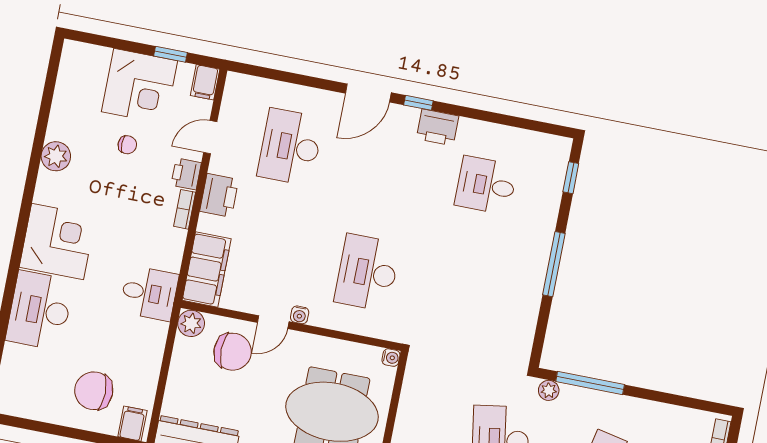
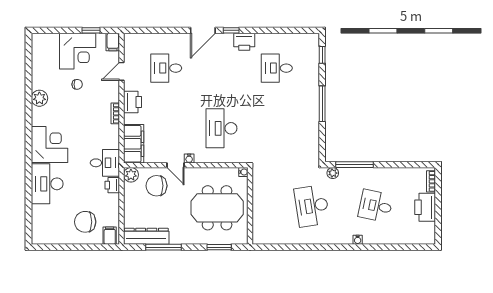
desk: (290, 147) -> (166, 68), width x0.73
printer: (186, 174) -> (112, 185), moved
door: (273, 322) -> (176, 165), hinge flipped
chair: (233, 352) -> (157, 186), turned 180

